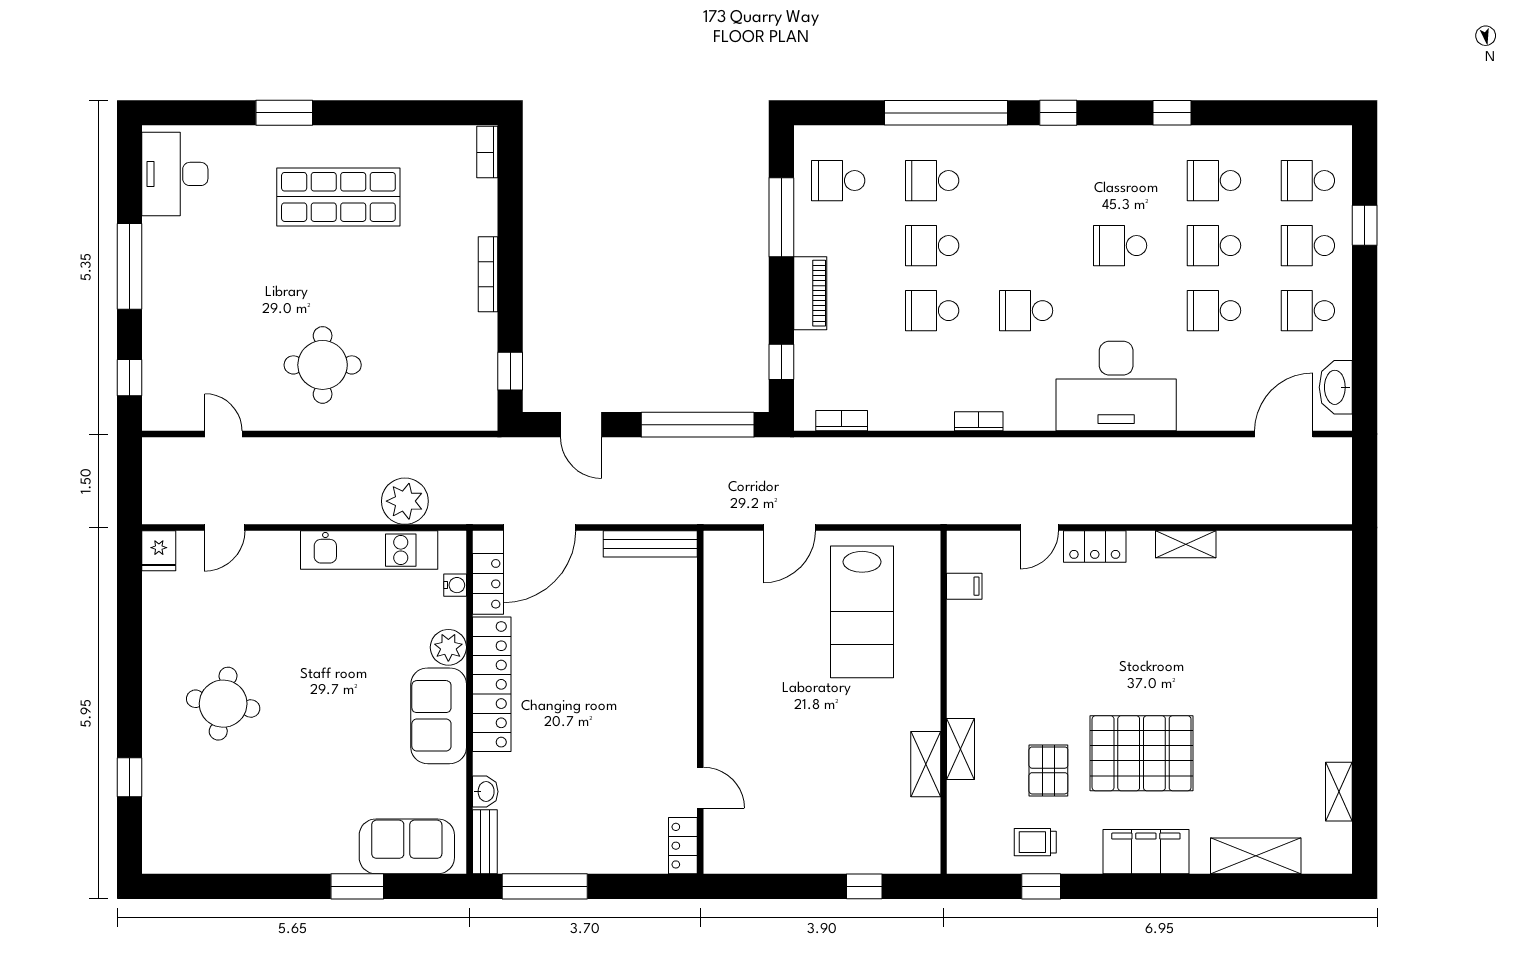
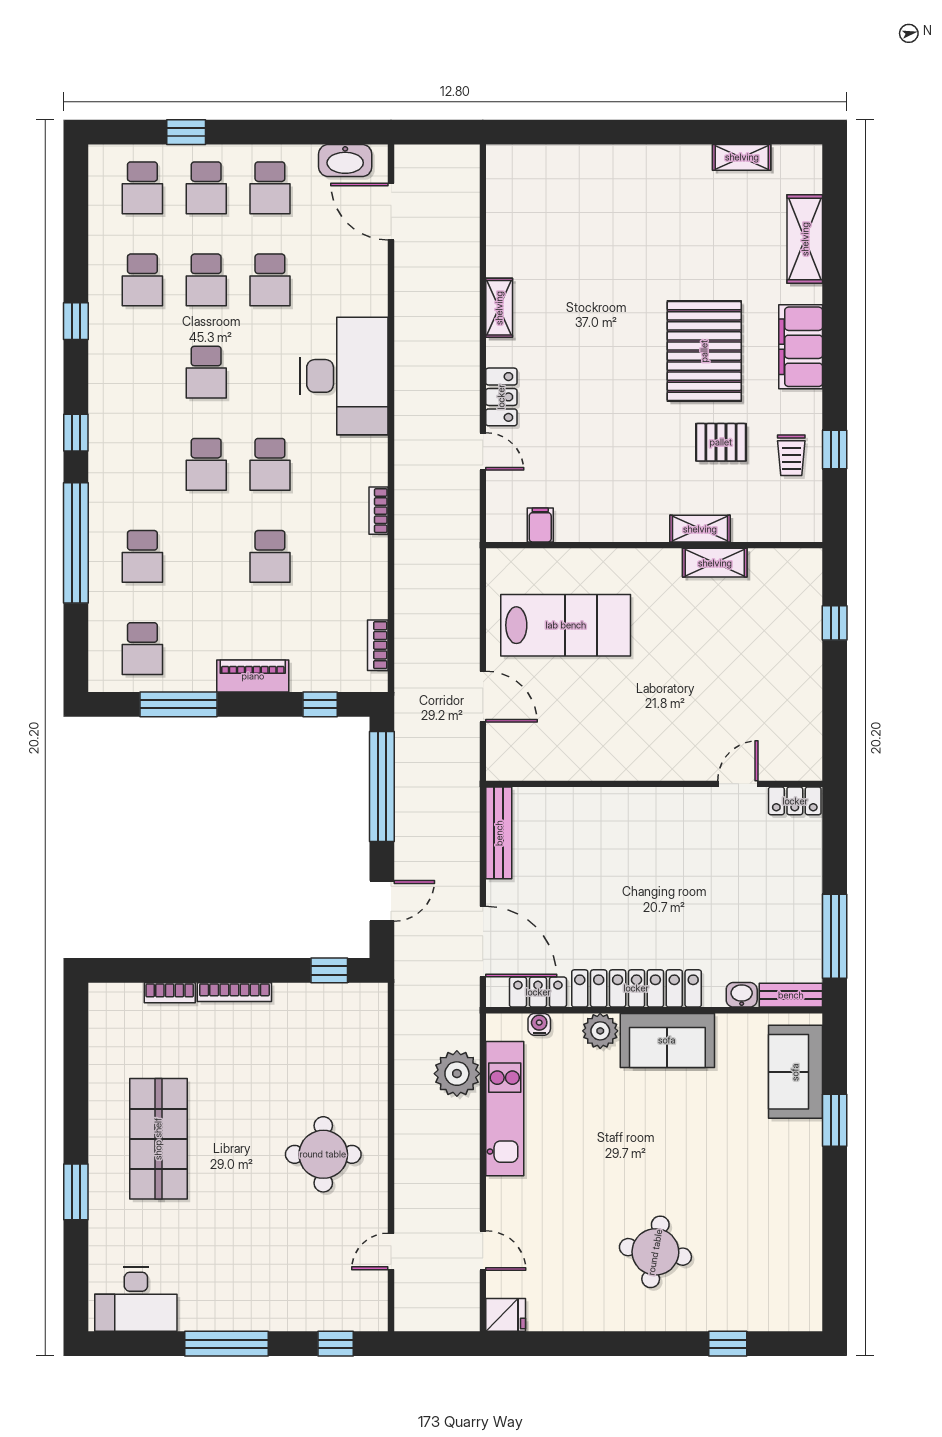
bookcase: (487, 152) -> (170, 993), moved
school desk: (932, 246) -> (206, 464), moved

